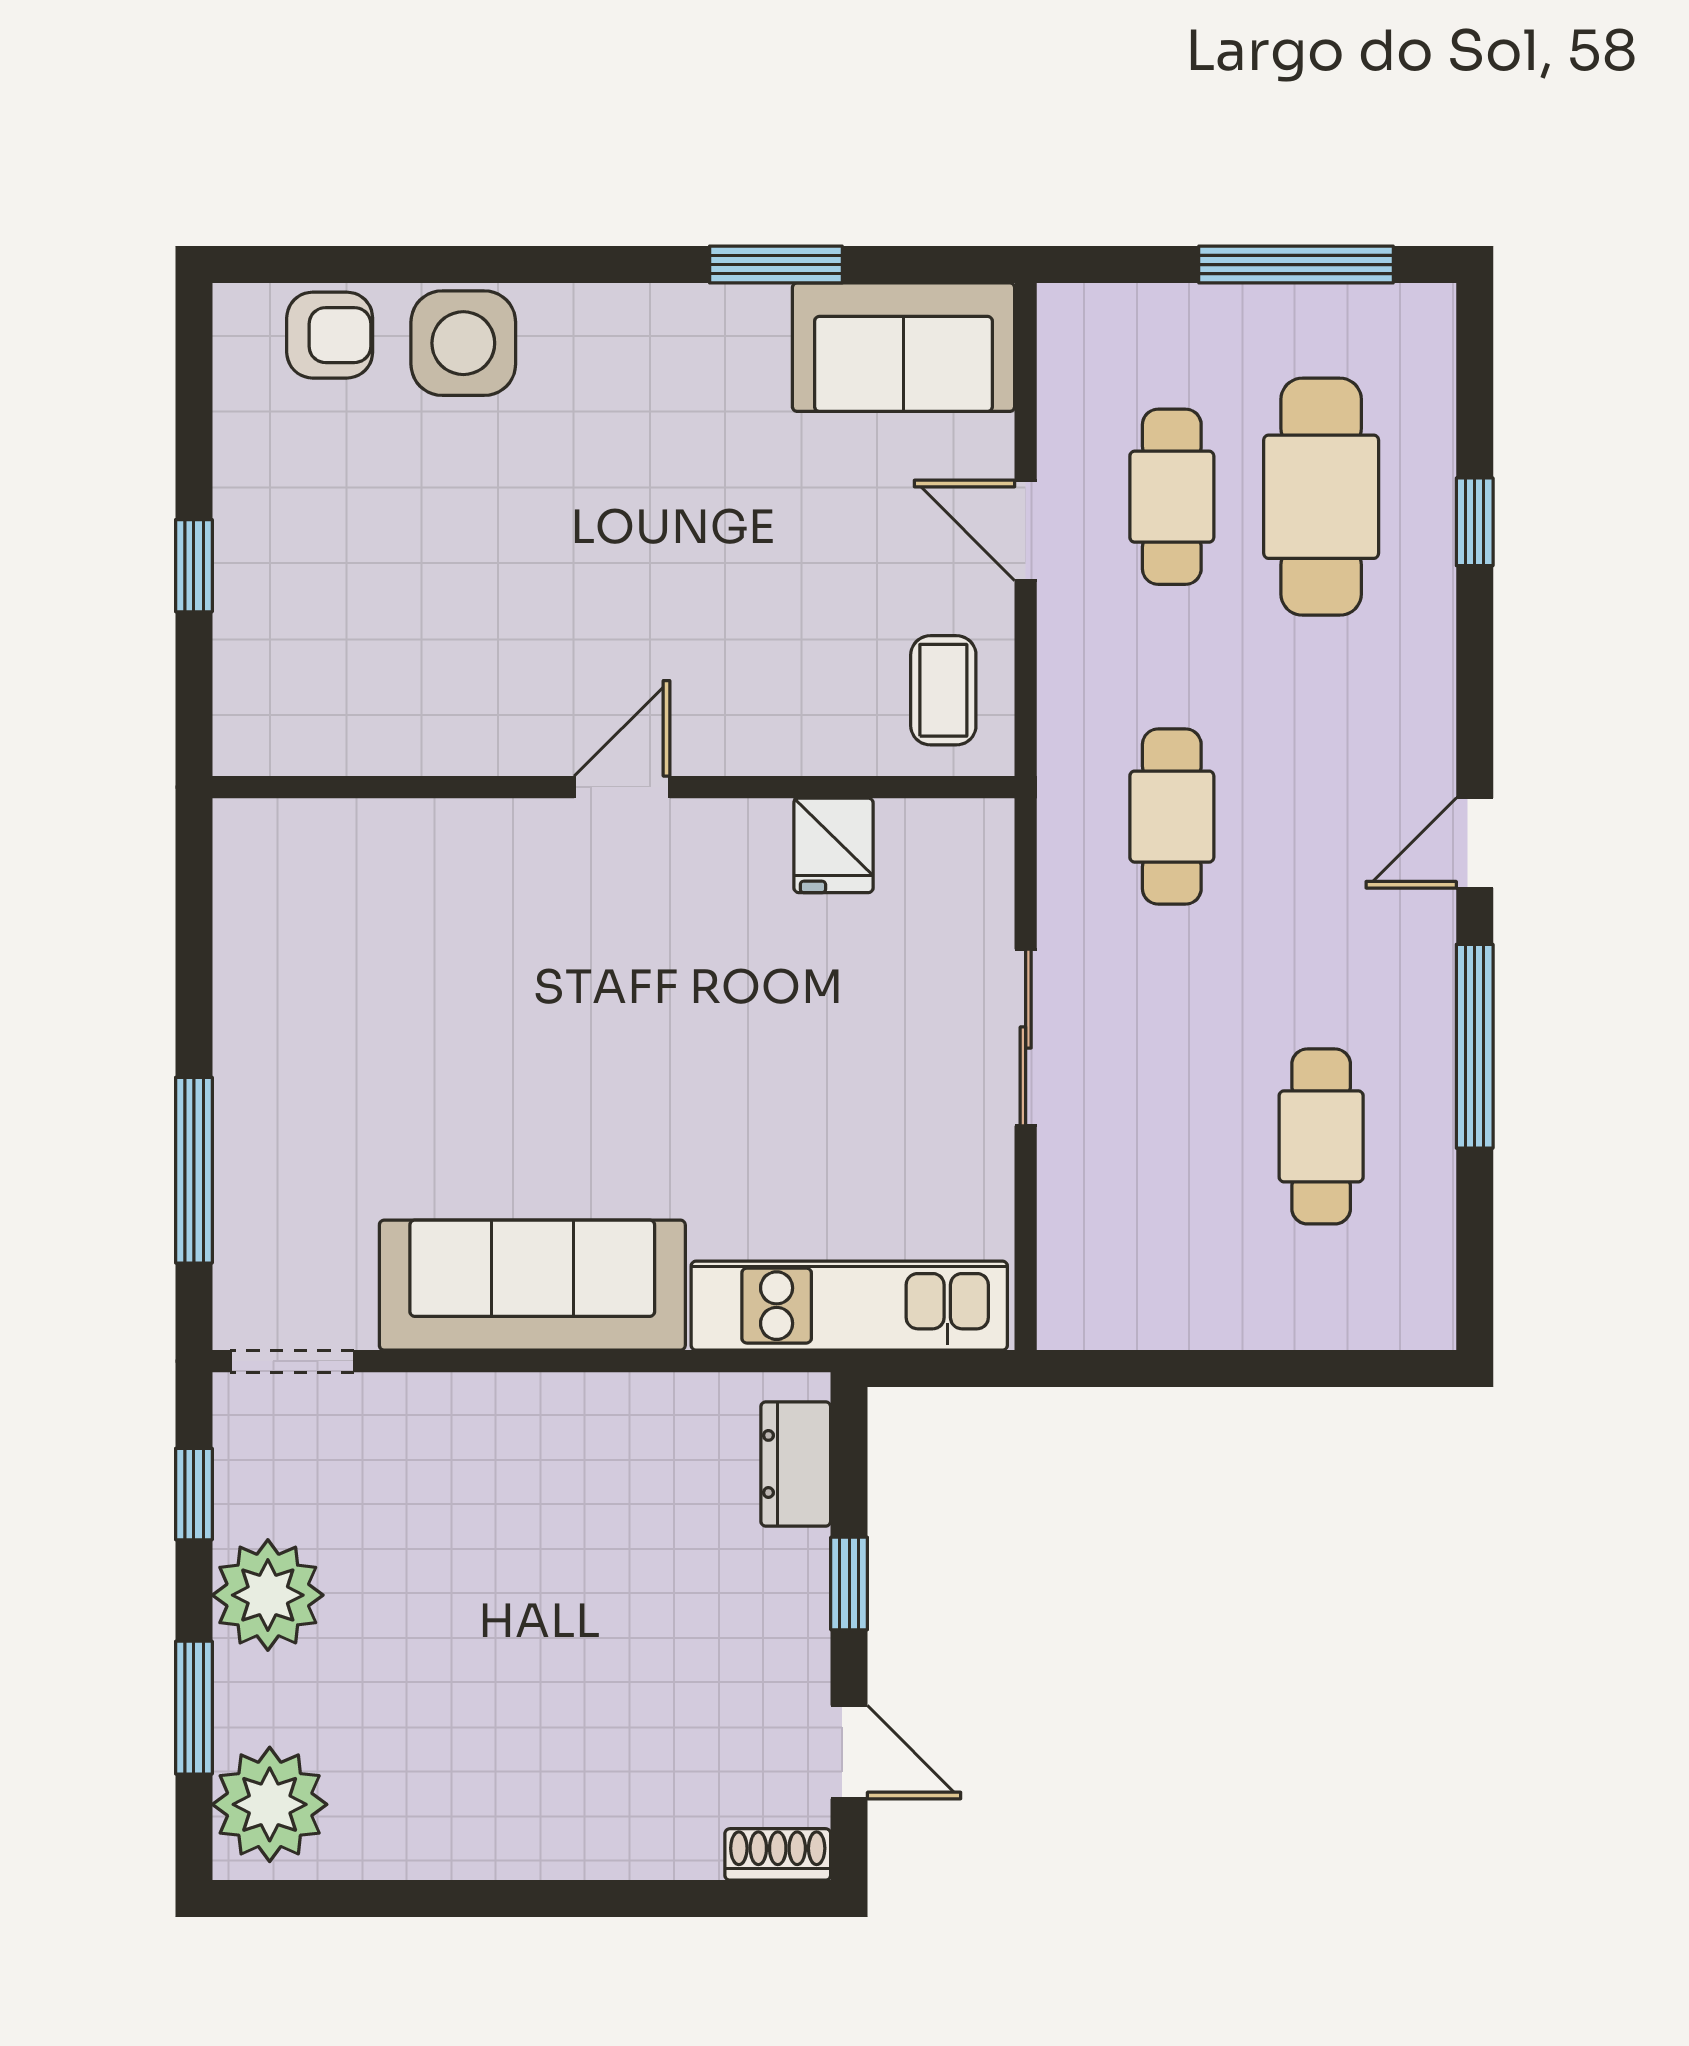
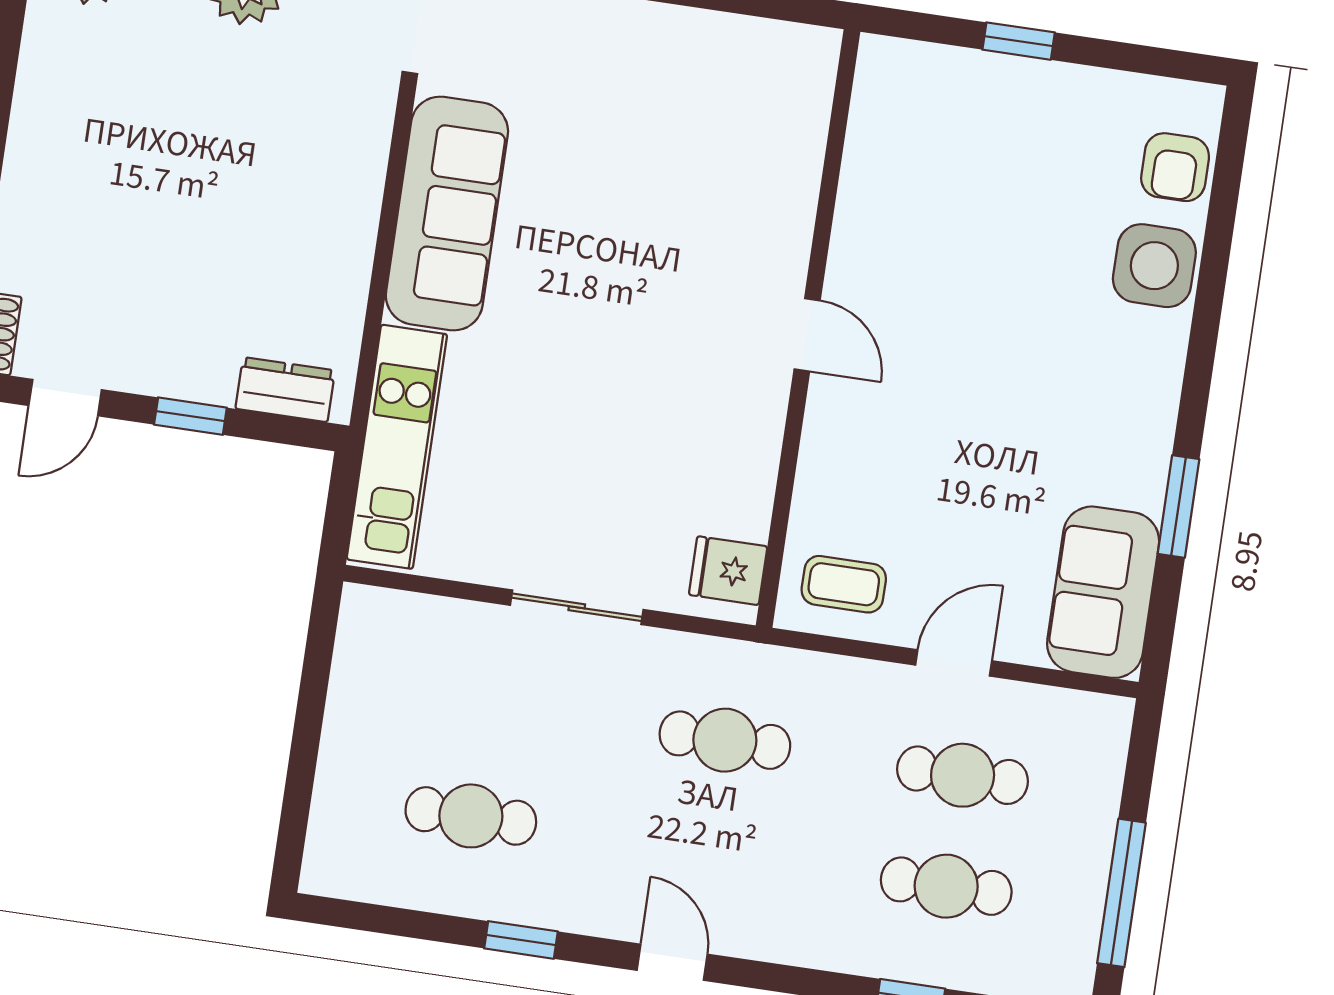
cafe table: (1321, 497) -> (946, 886), width x0.73, depth x0.74
fridge: (834, 845) -> (728, 571), moved
window: (1475, 1046) -> (521, 940), width x0.46

